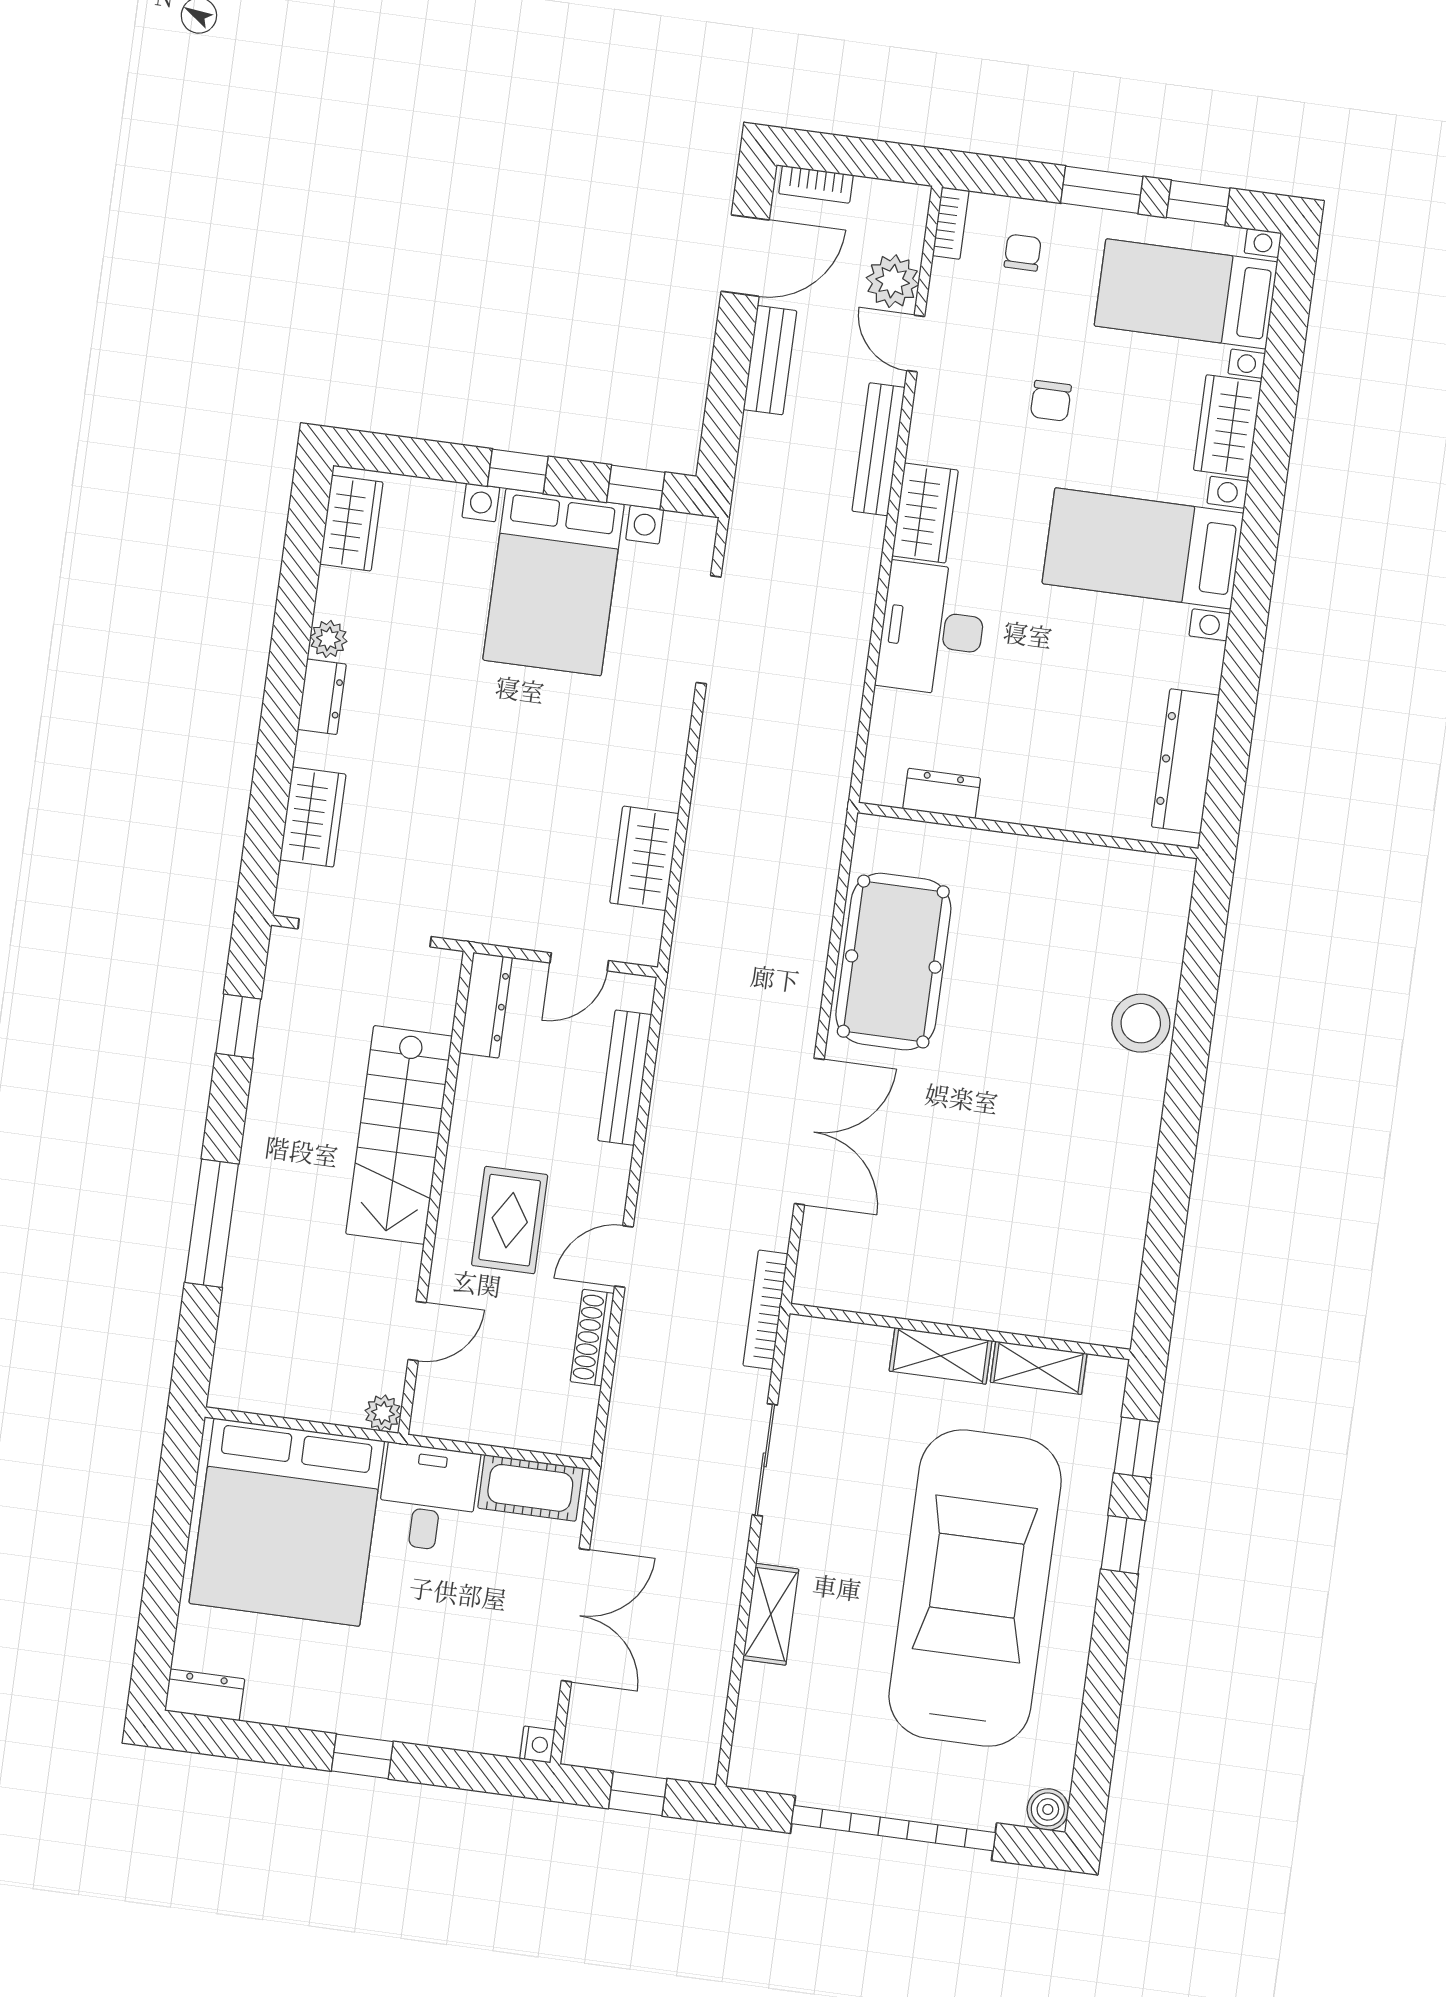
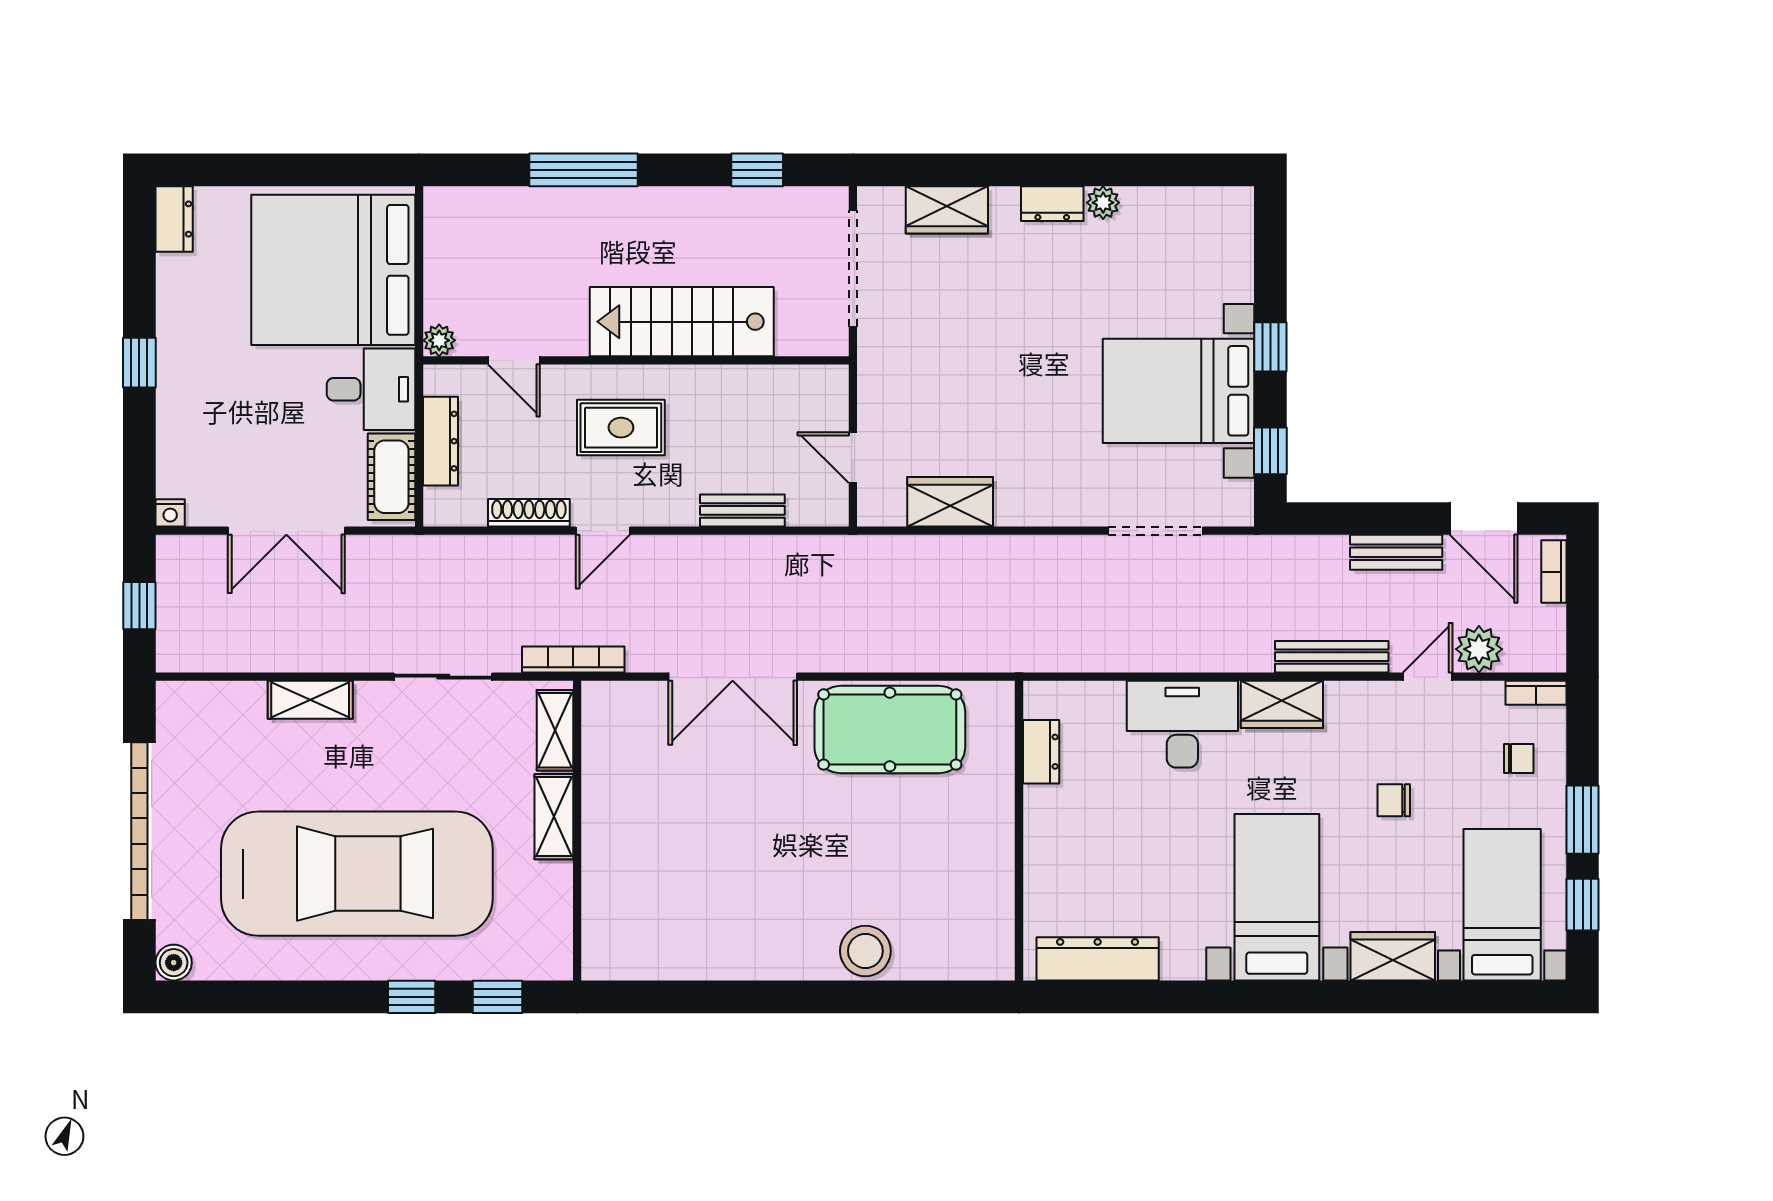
wardrobe: (351, 523) -> (1206, 209), removed
dresser: (486, 1005) -> (440, 441), moved, turned -90
bench: (625, 1078) -> (742, 510), width x0.73
door: (624, 1256) -> (603, 531), swing flipped
shelving: (1039, 1368) -> (555, 730), moved

